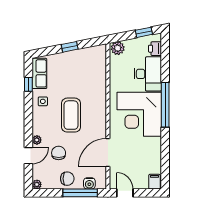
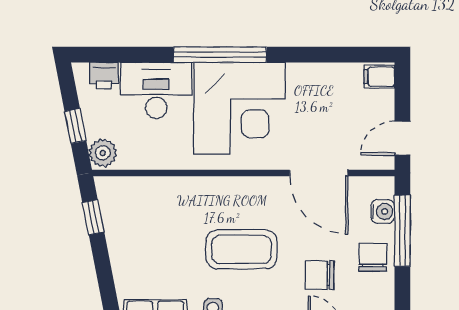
window: (144, 32) -> (75, 126), moved
window: (70, 47) -> (93, 217), moved

